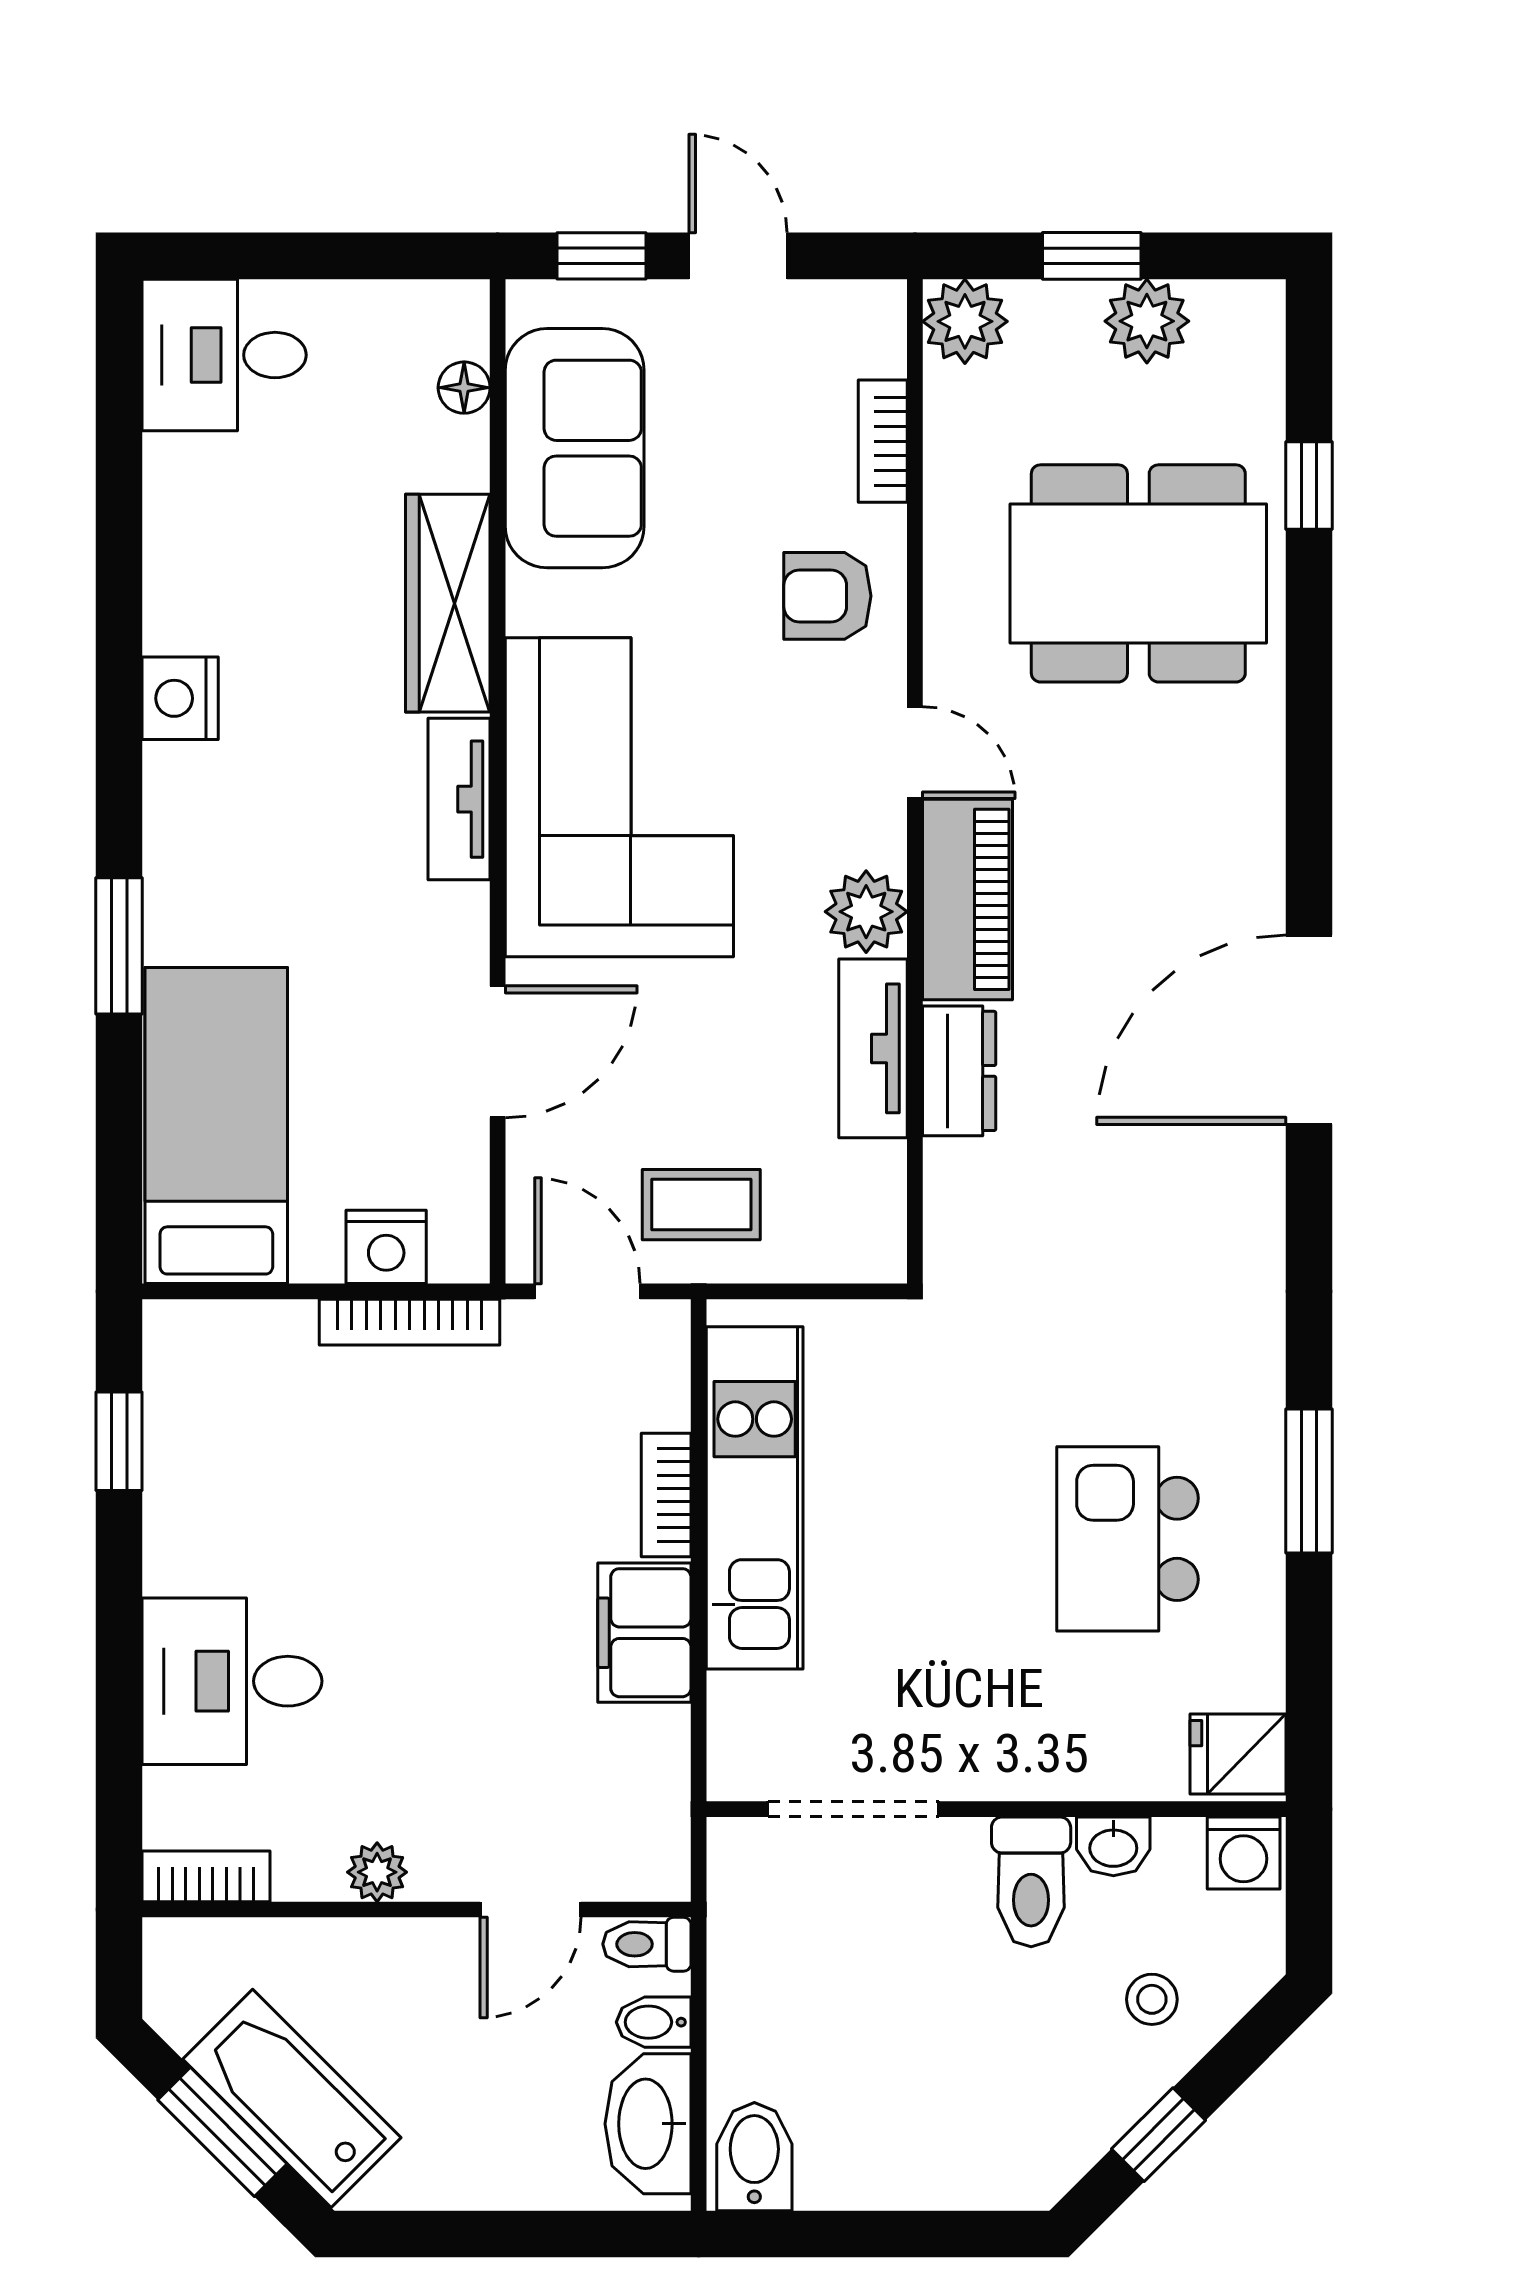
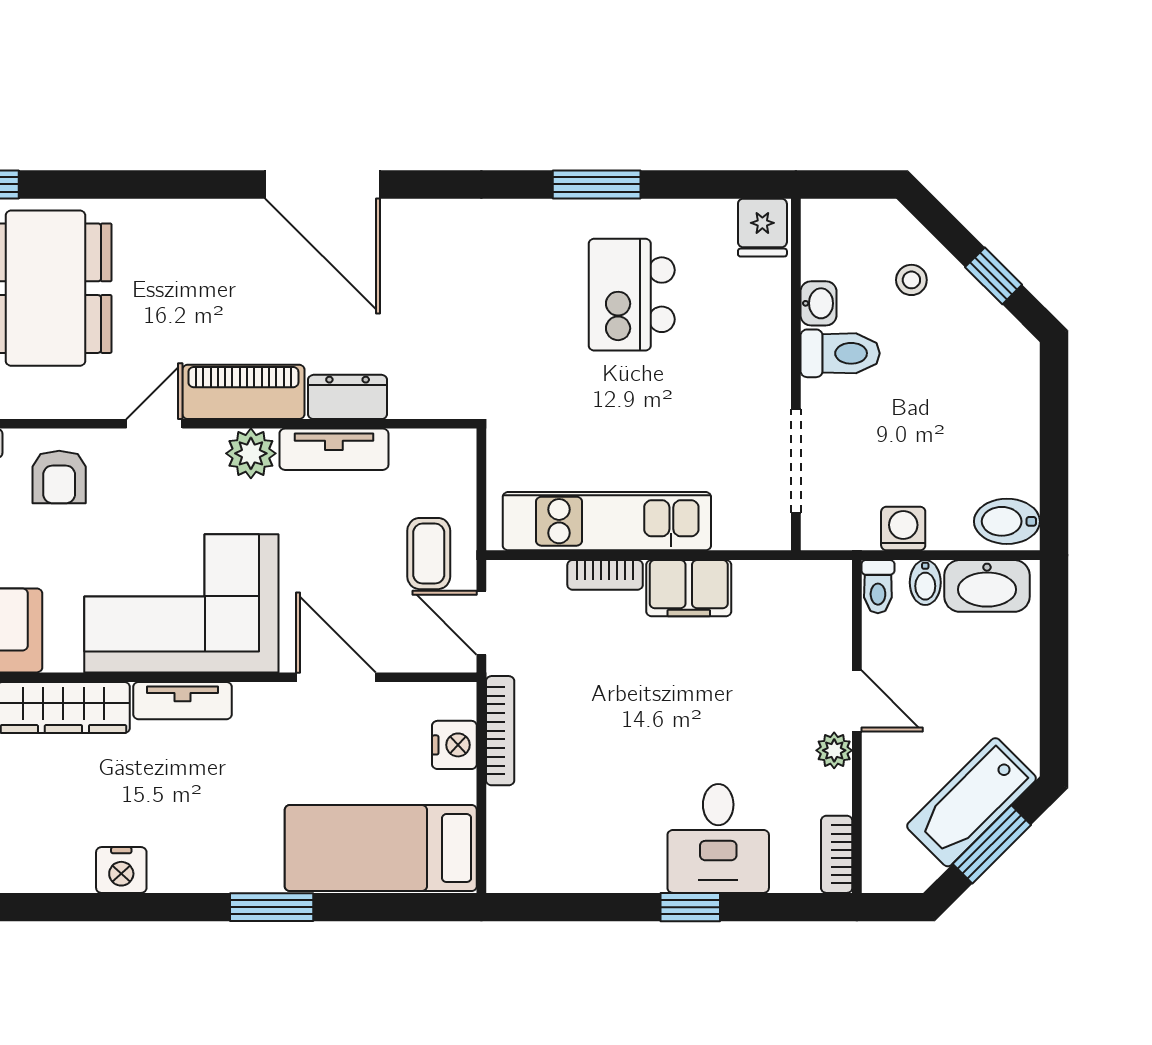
door: (587, 1291) -> (481, 623), hinge flipped
window: (119, 1441) -> (690, 907), moved
kitchen island: (1128, 1539) -> (632, 295), turned 90
washing machine: (1244, 1853) -> (903, 528), moved, turned -90
door: (531, 1910) -> (857, 701), moved

